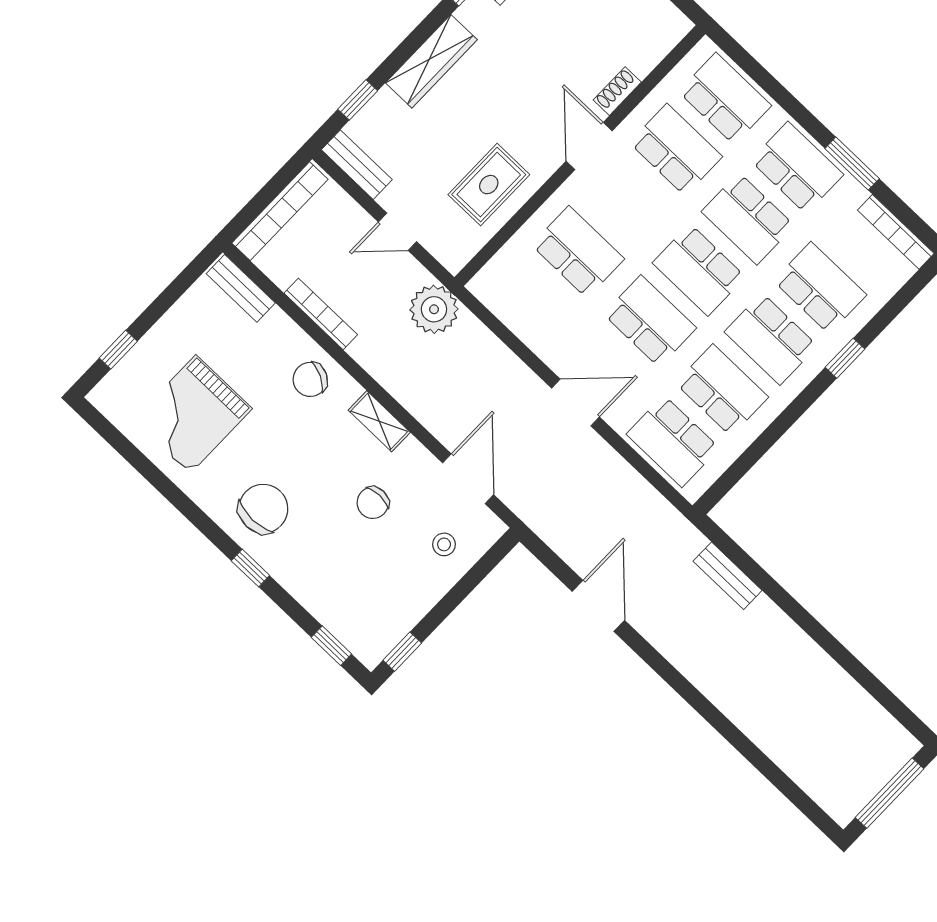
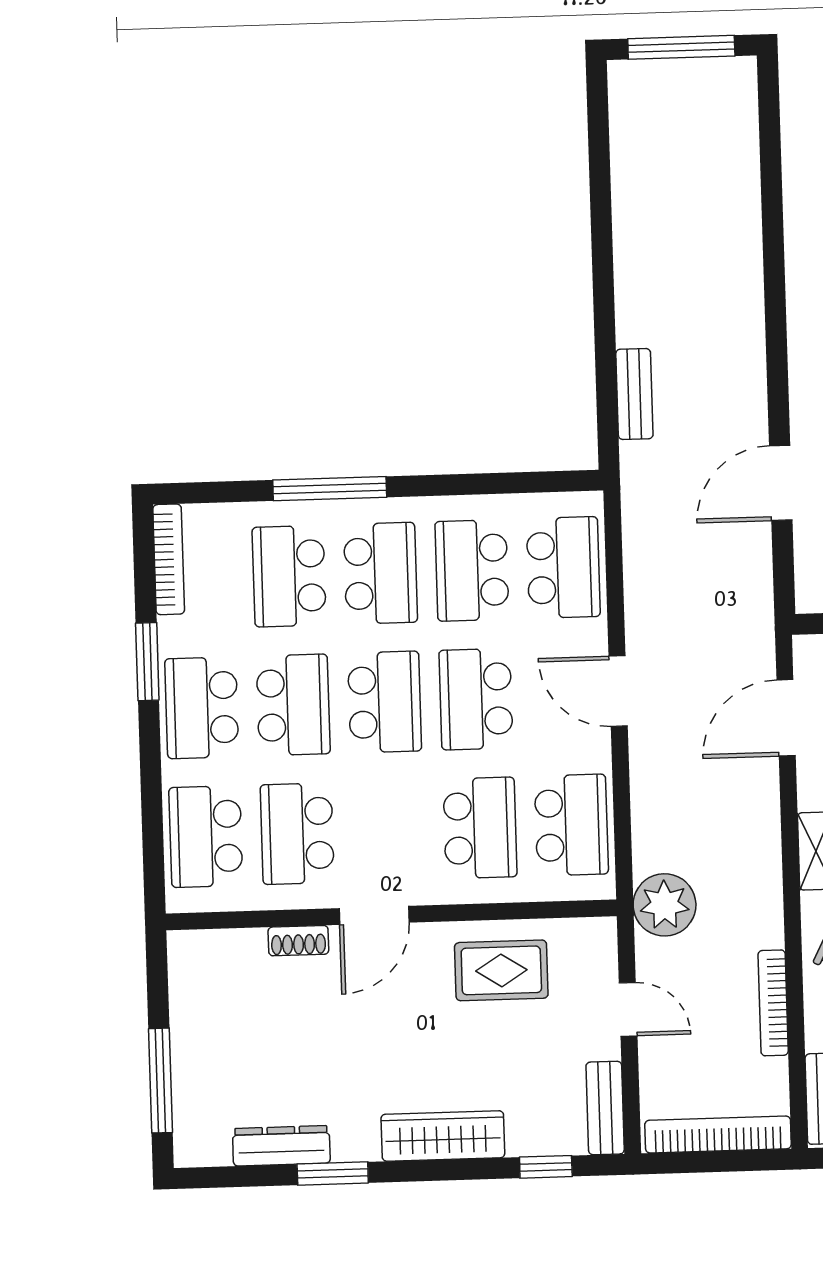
school desk: (578, 252) -> (480, 828), turned 180
school desk: (529, 303) -> (571, 825), added
window: (845, 358) -> (330, 489), width x2.17

